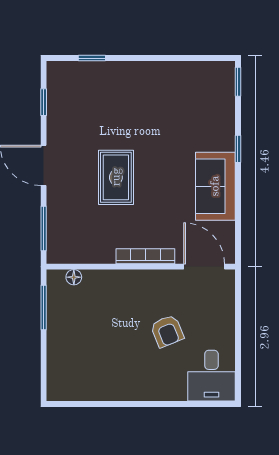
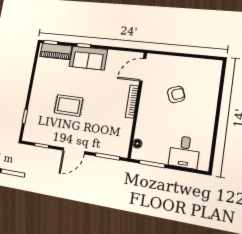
piano: (222, 96) -> (56, 51), added
rug: (116, 177) -> (69, 105), moved
sofa: (215, 186) -> (88, 58), moved
desk: (211, 376) -> (184, 152), moved, turned 90

